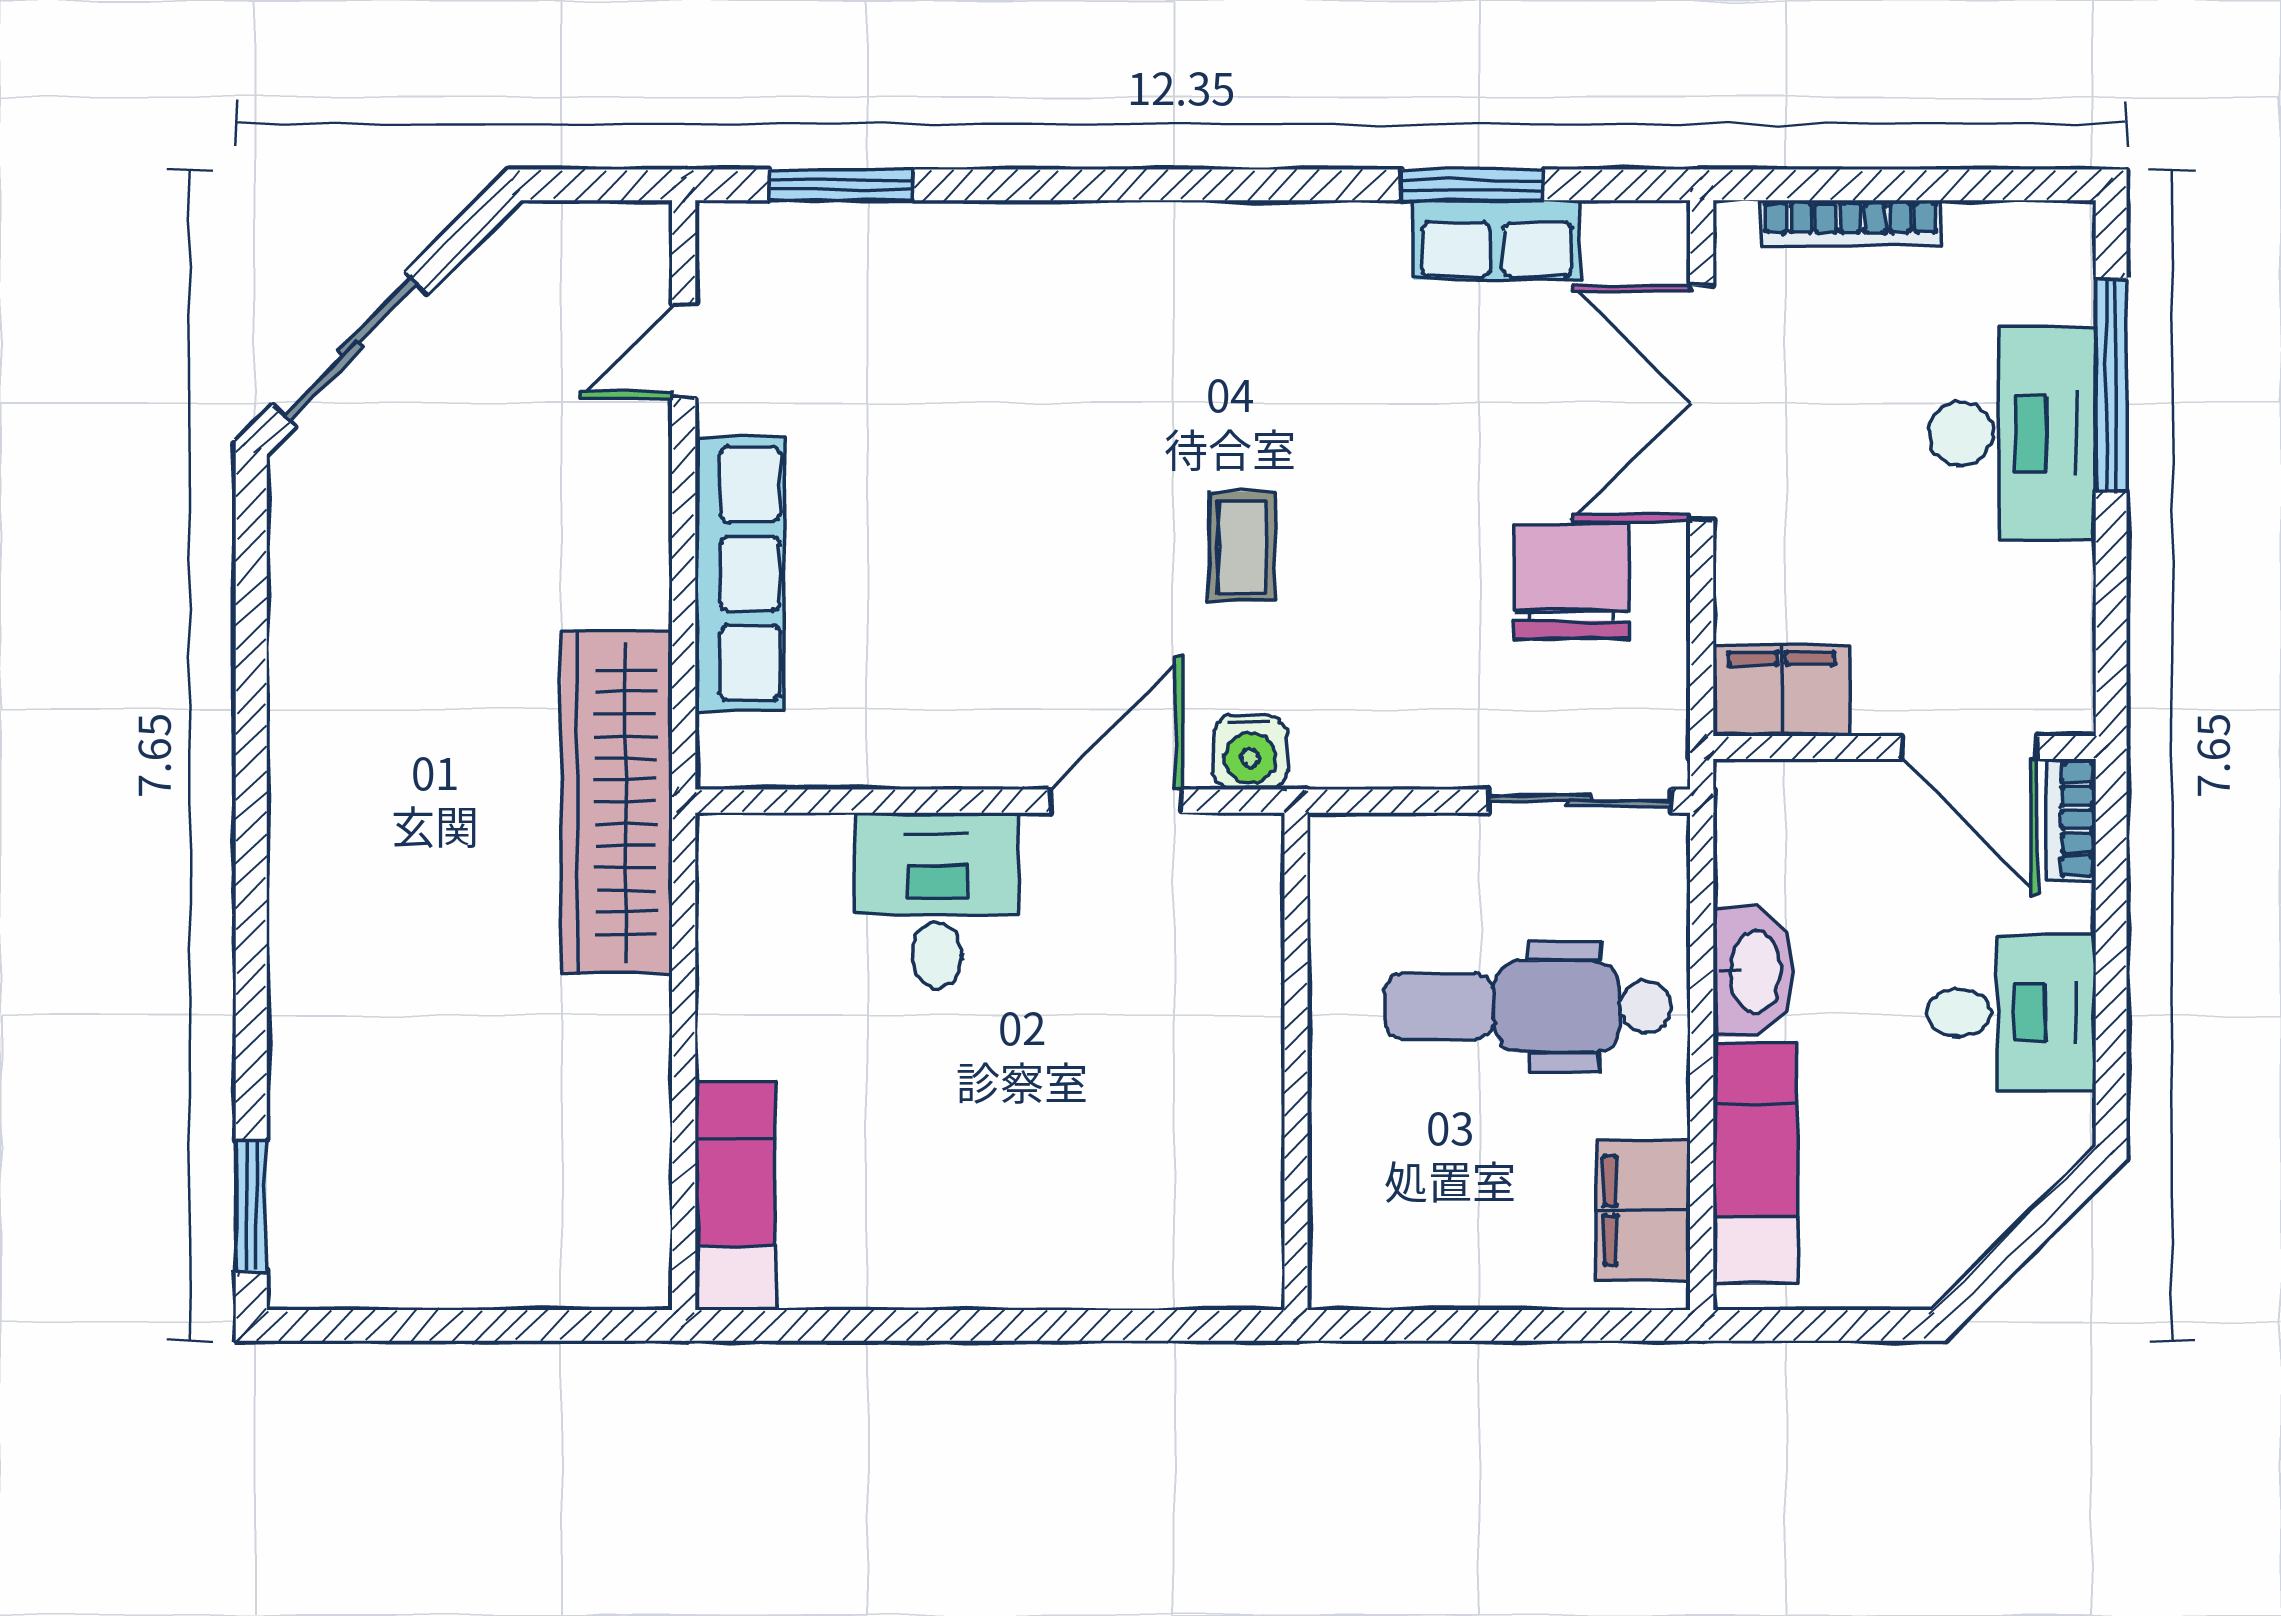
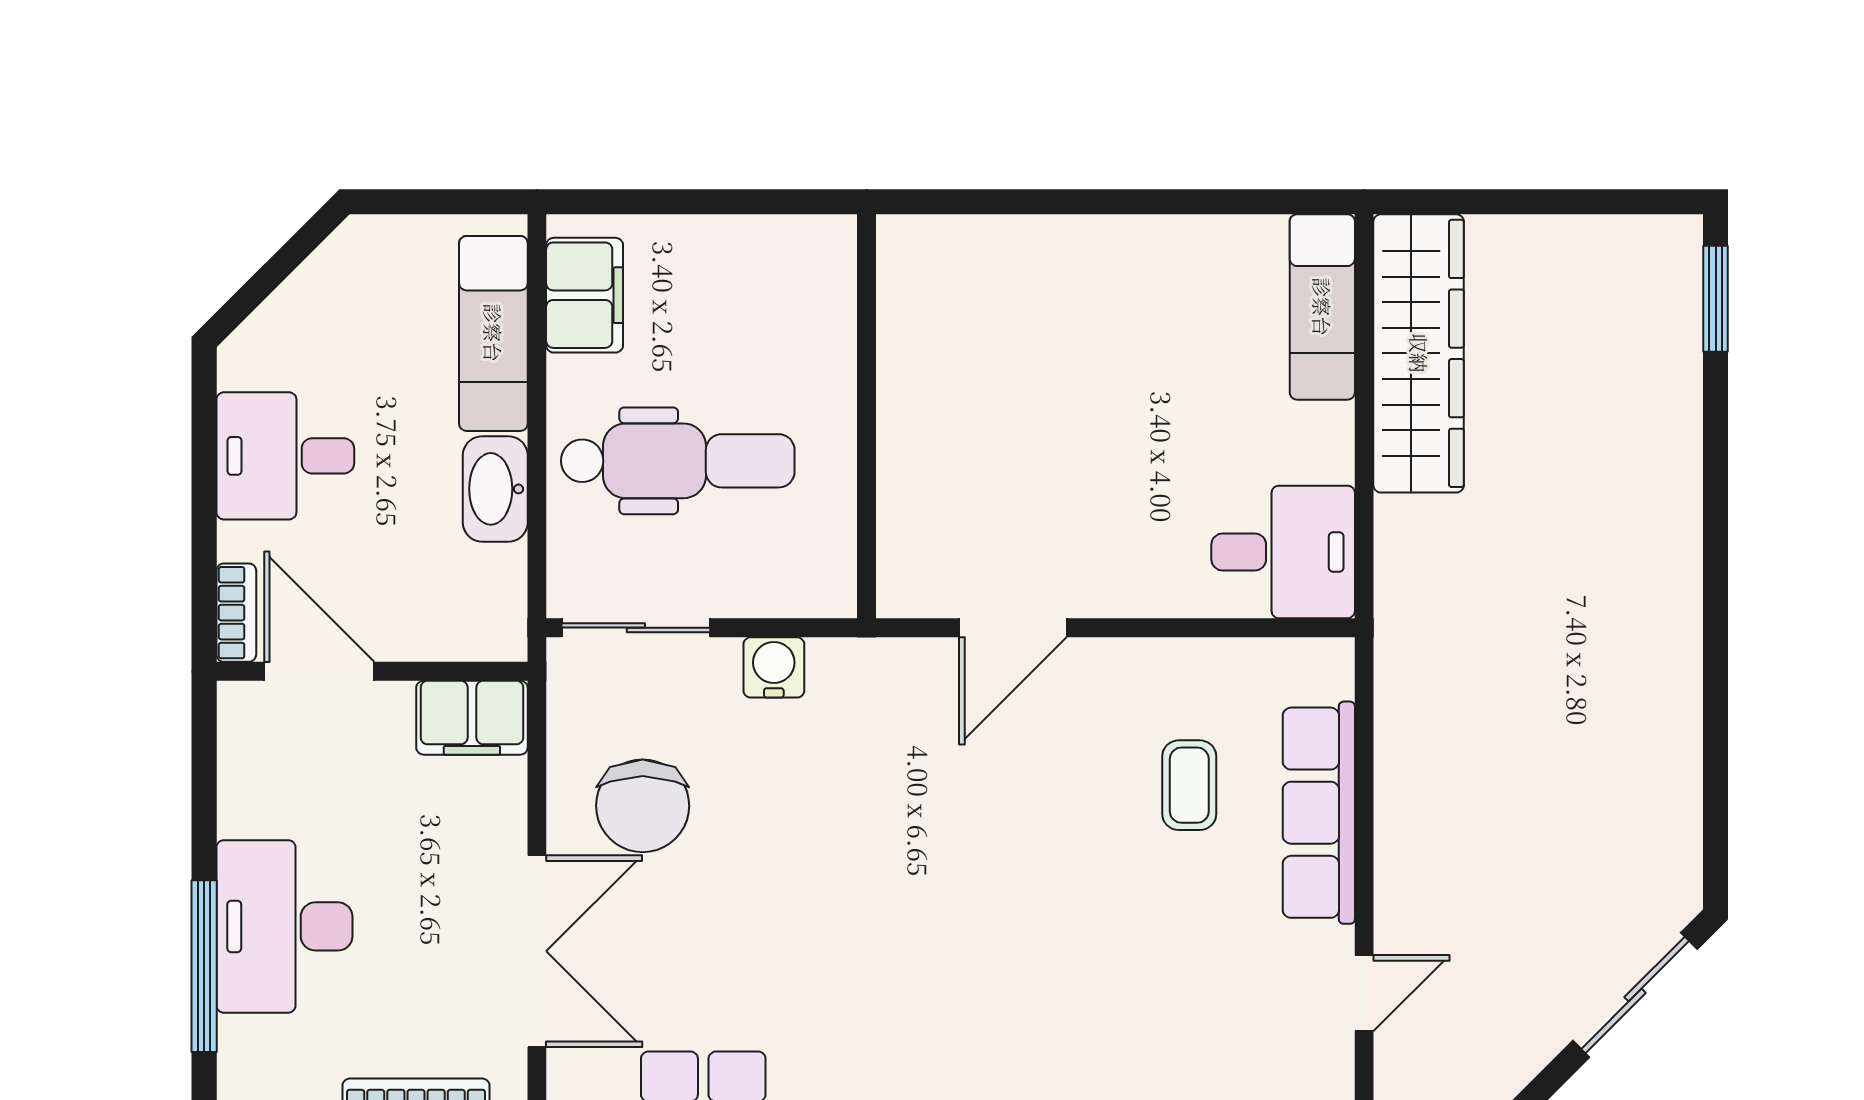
coffee table: (1242, 547) -> (1189, 785), moved
water cooler: (1250, 752) -> (774, 667), moved
wardrobe: (617, 802) -> (1419, 353), moved
desk: (937, 901) -> (1283, 552), moved, turned -90

